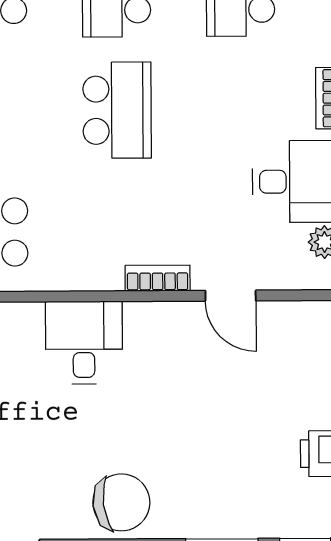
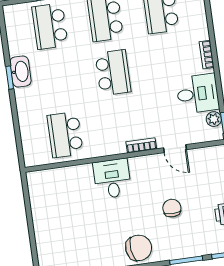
chair: (206, 425) -> (172, 208), added

